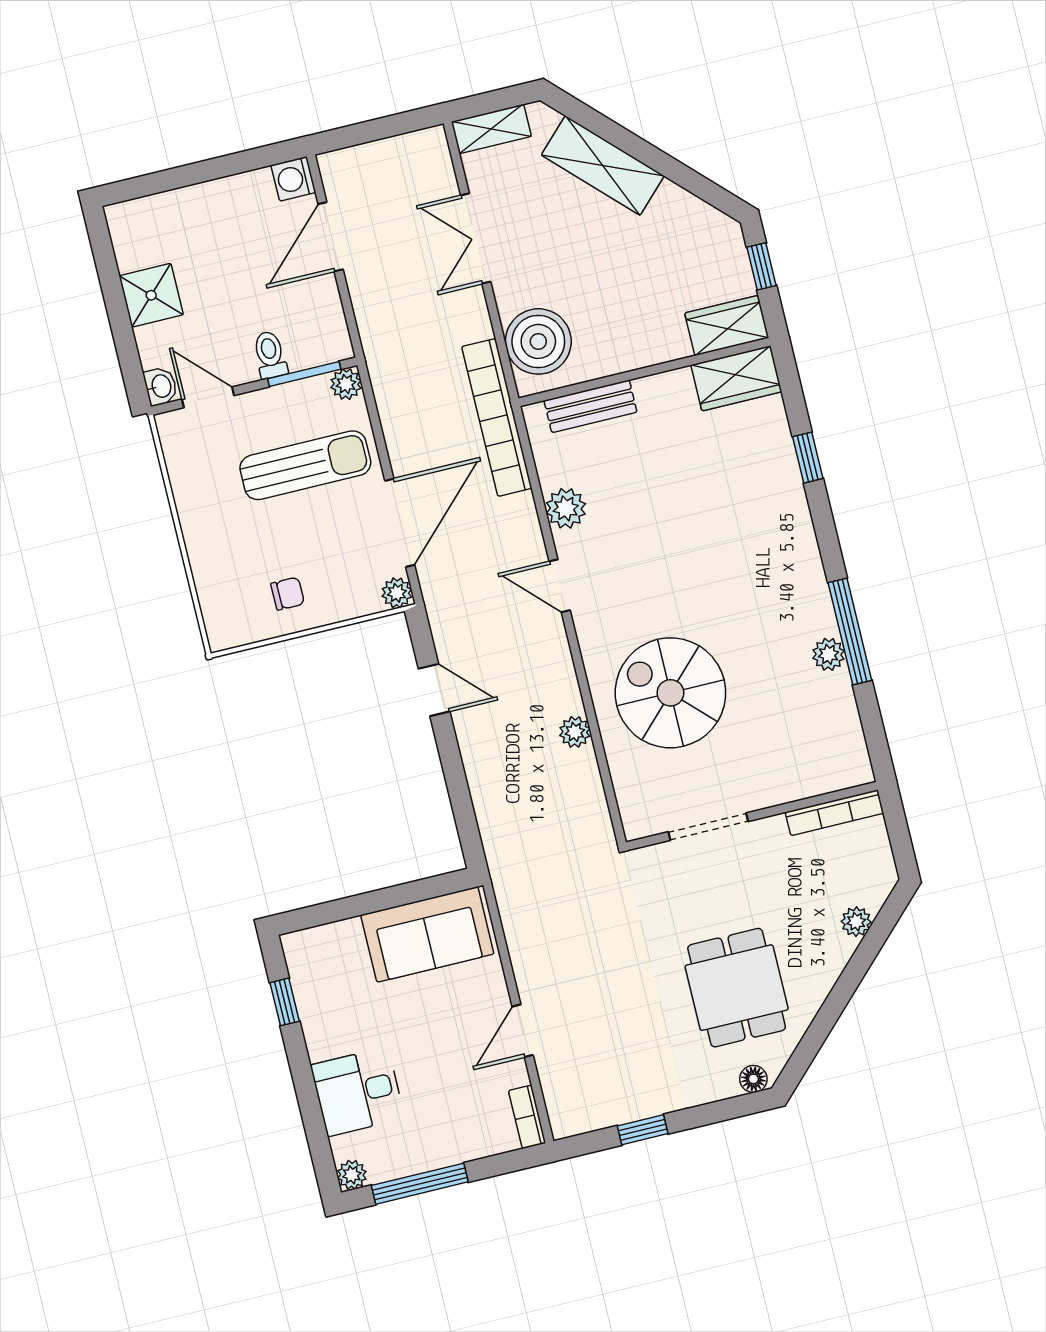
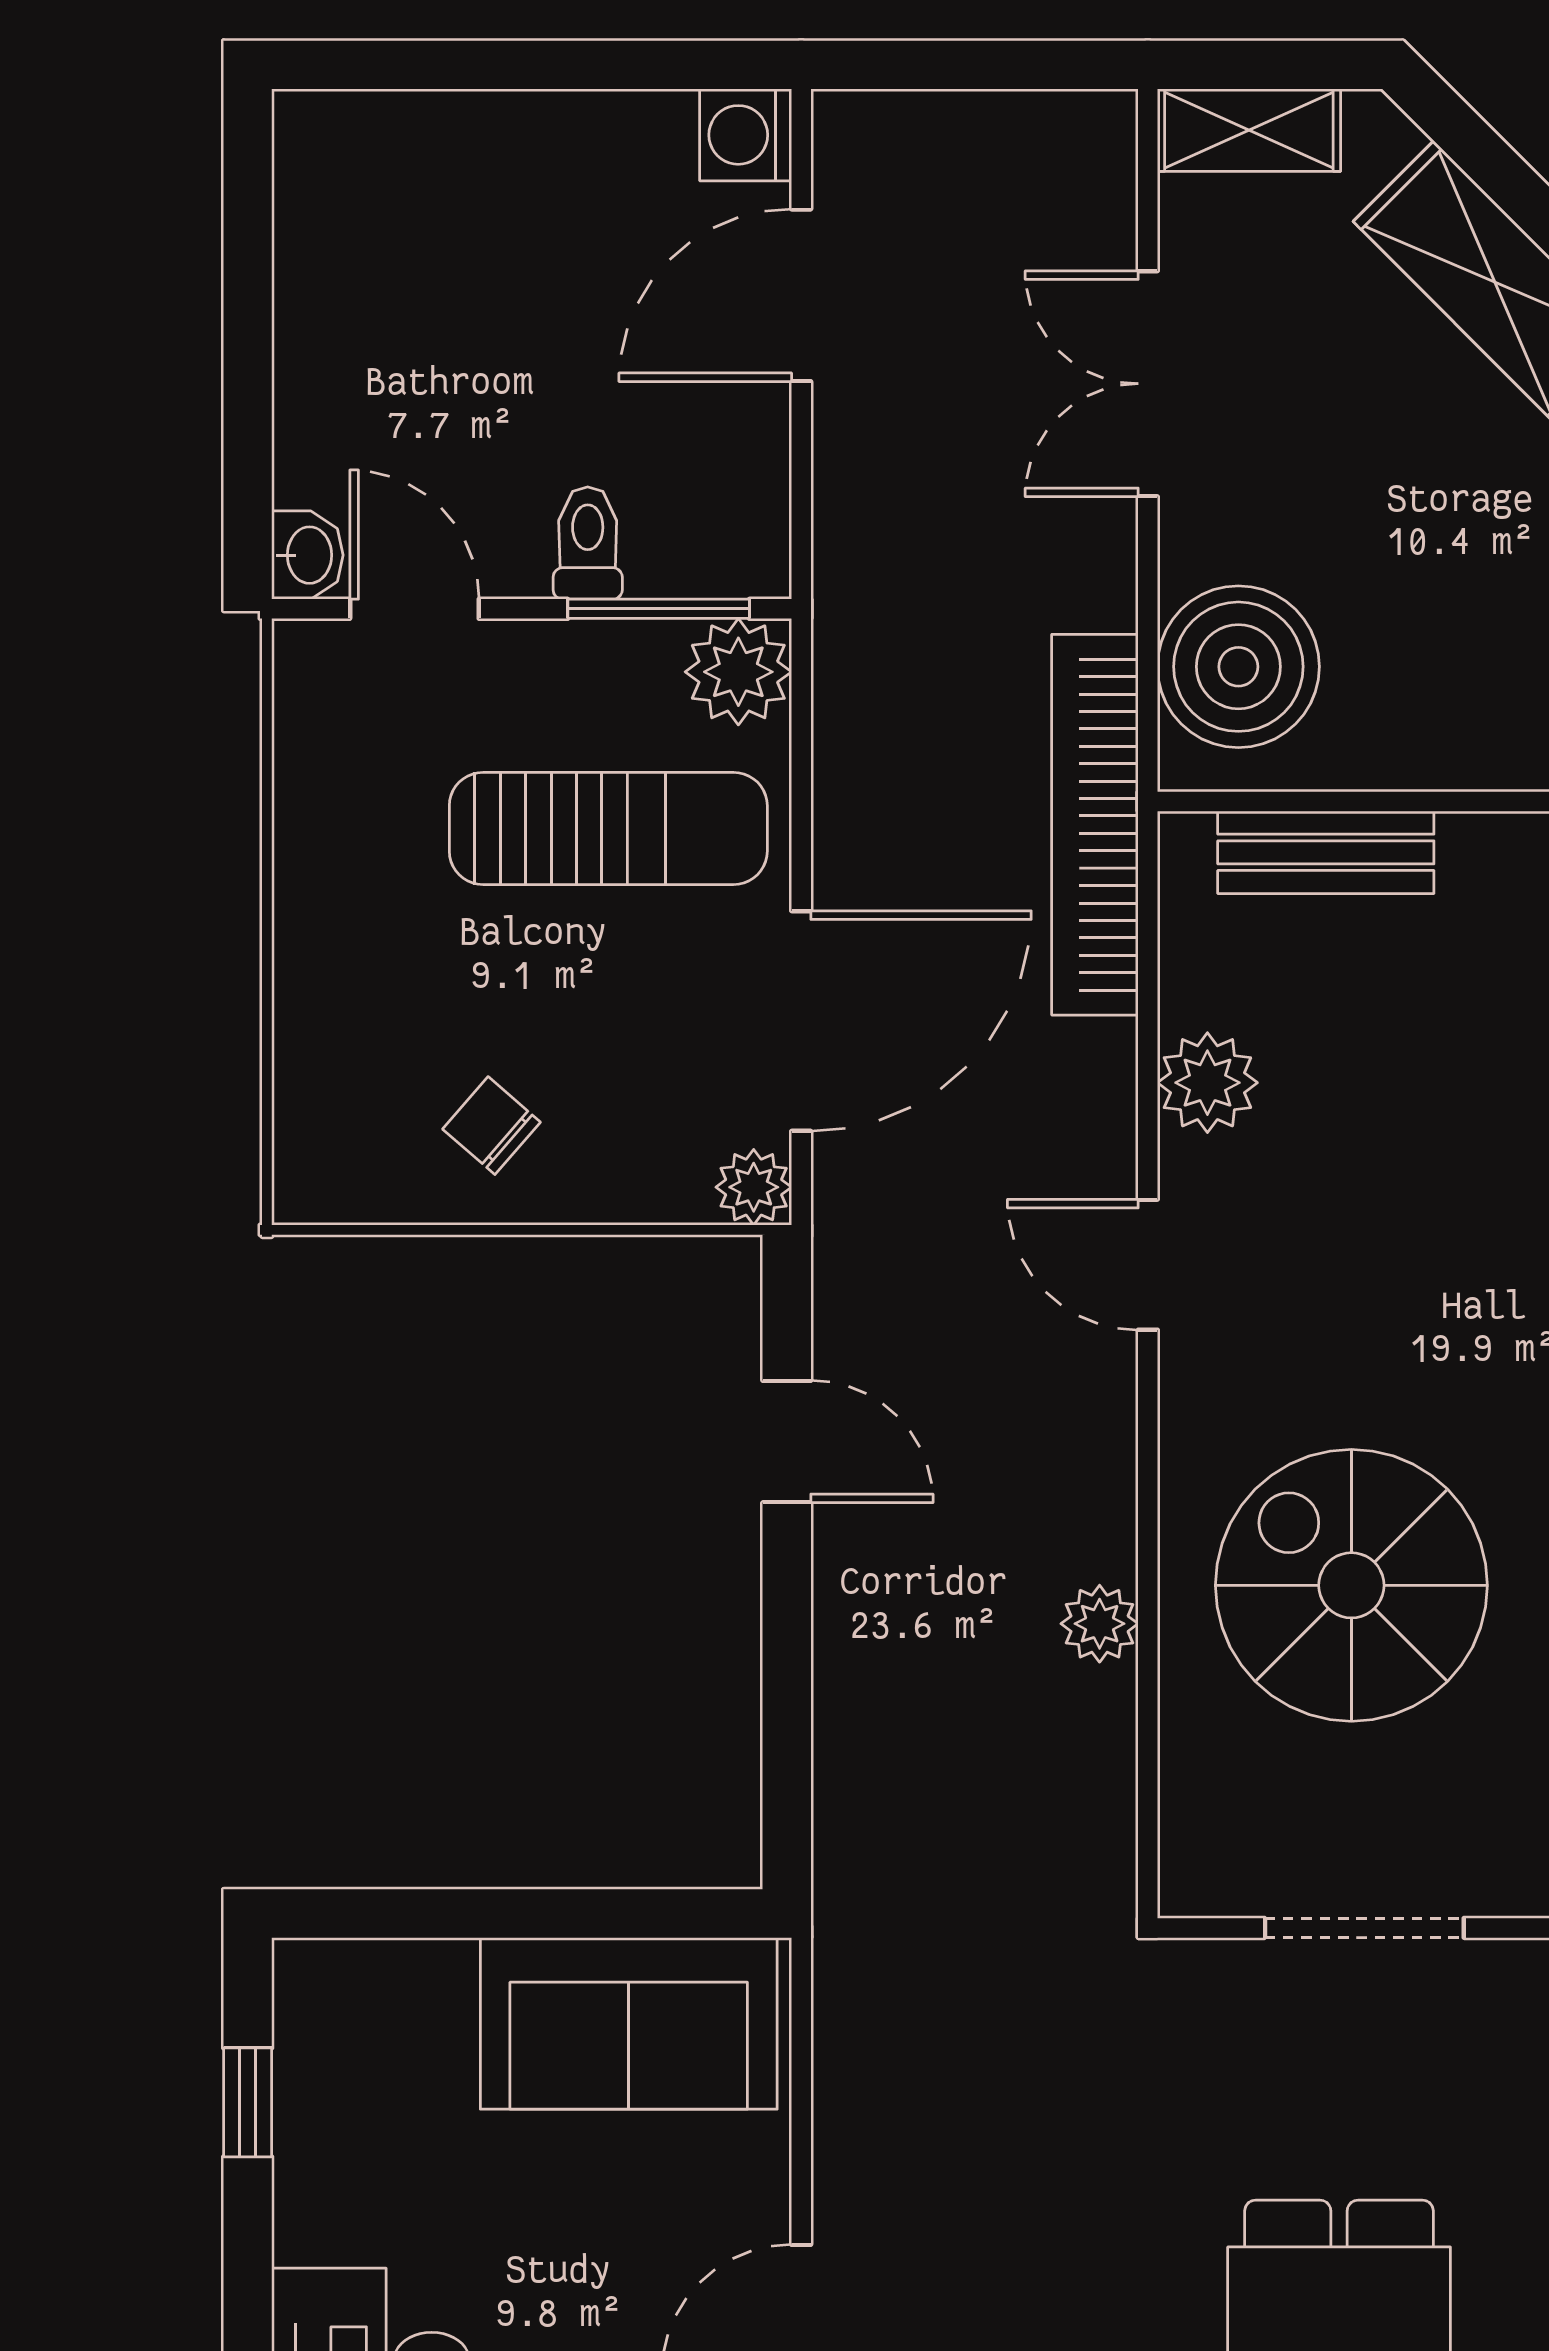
shower: (151, 295) -> (337, 331), removed
plant: (346, 384) -> (738, 672), width x1.38, depth x1.38
chair: (288, 594) -> (491, 1126), turned -139

